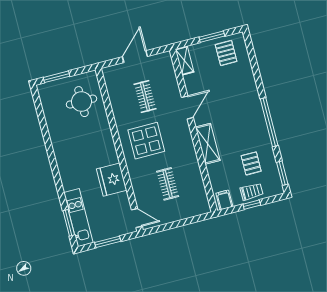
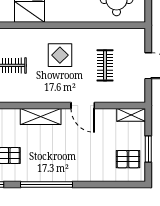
clothes rail: (145, 97) -> (105, 65), turned 90
display table: (146, 141) -> (60, 55), width x0.73, depth x0.73

